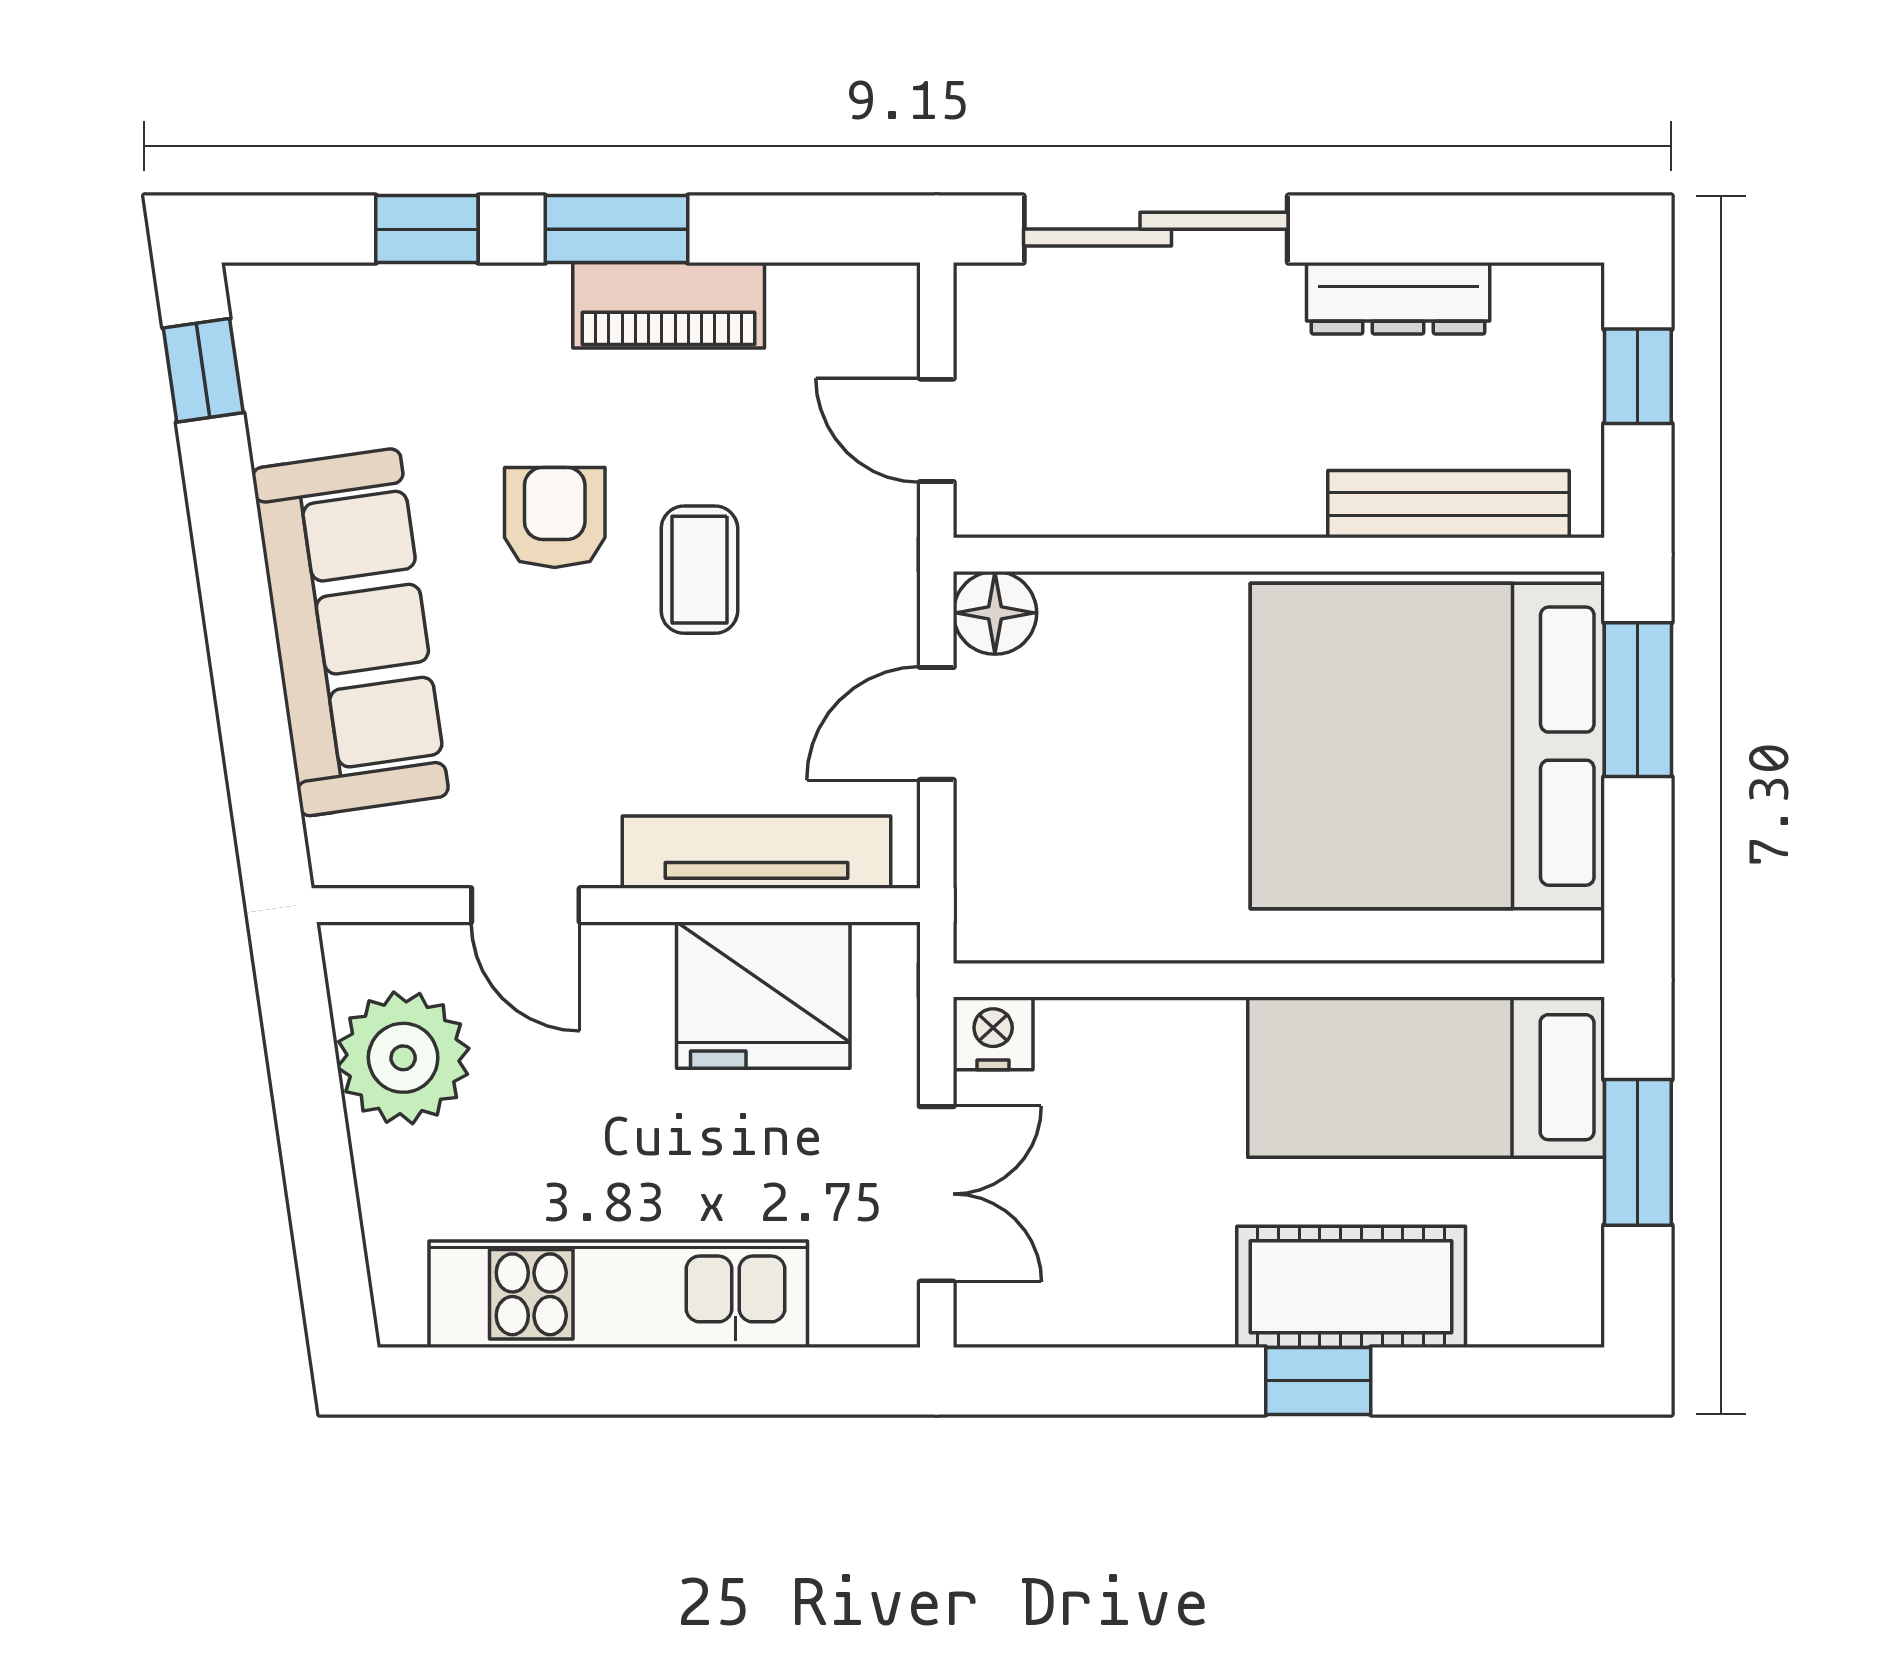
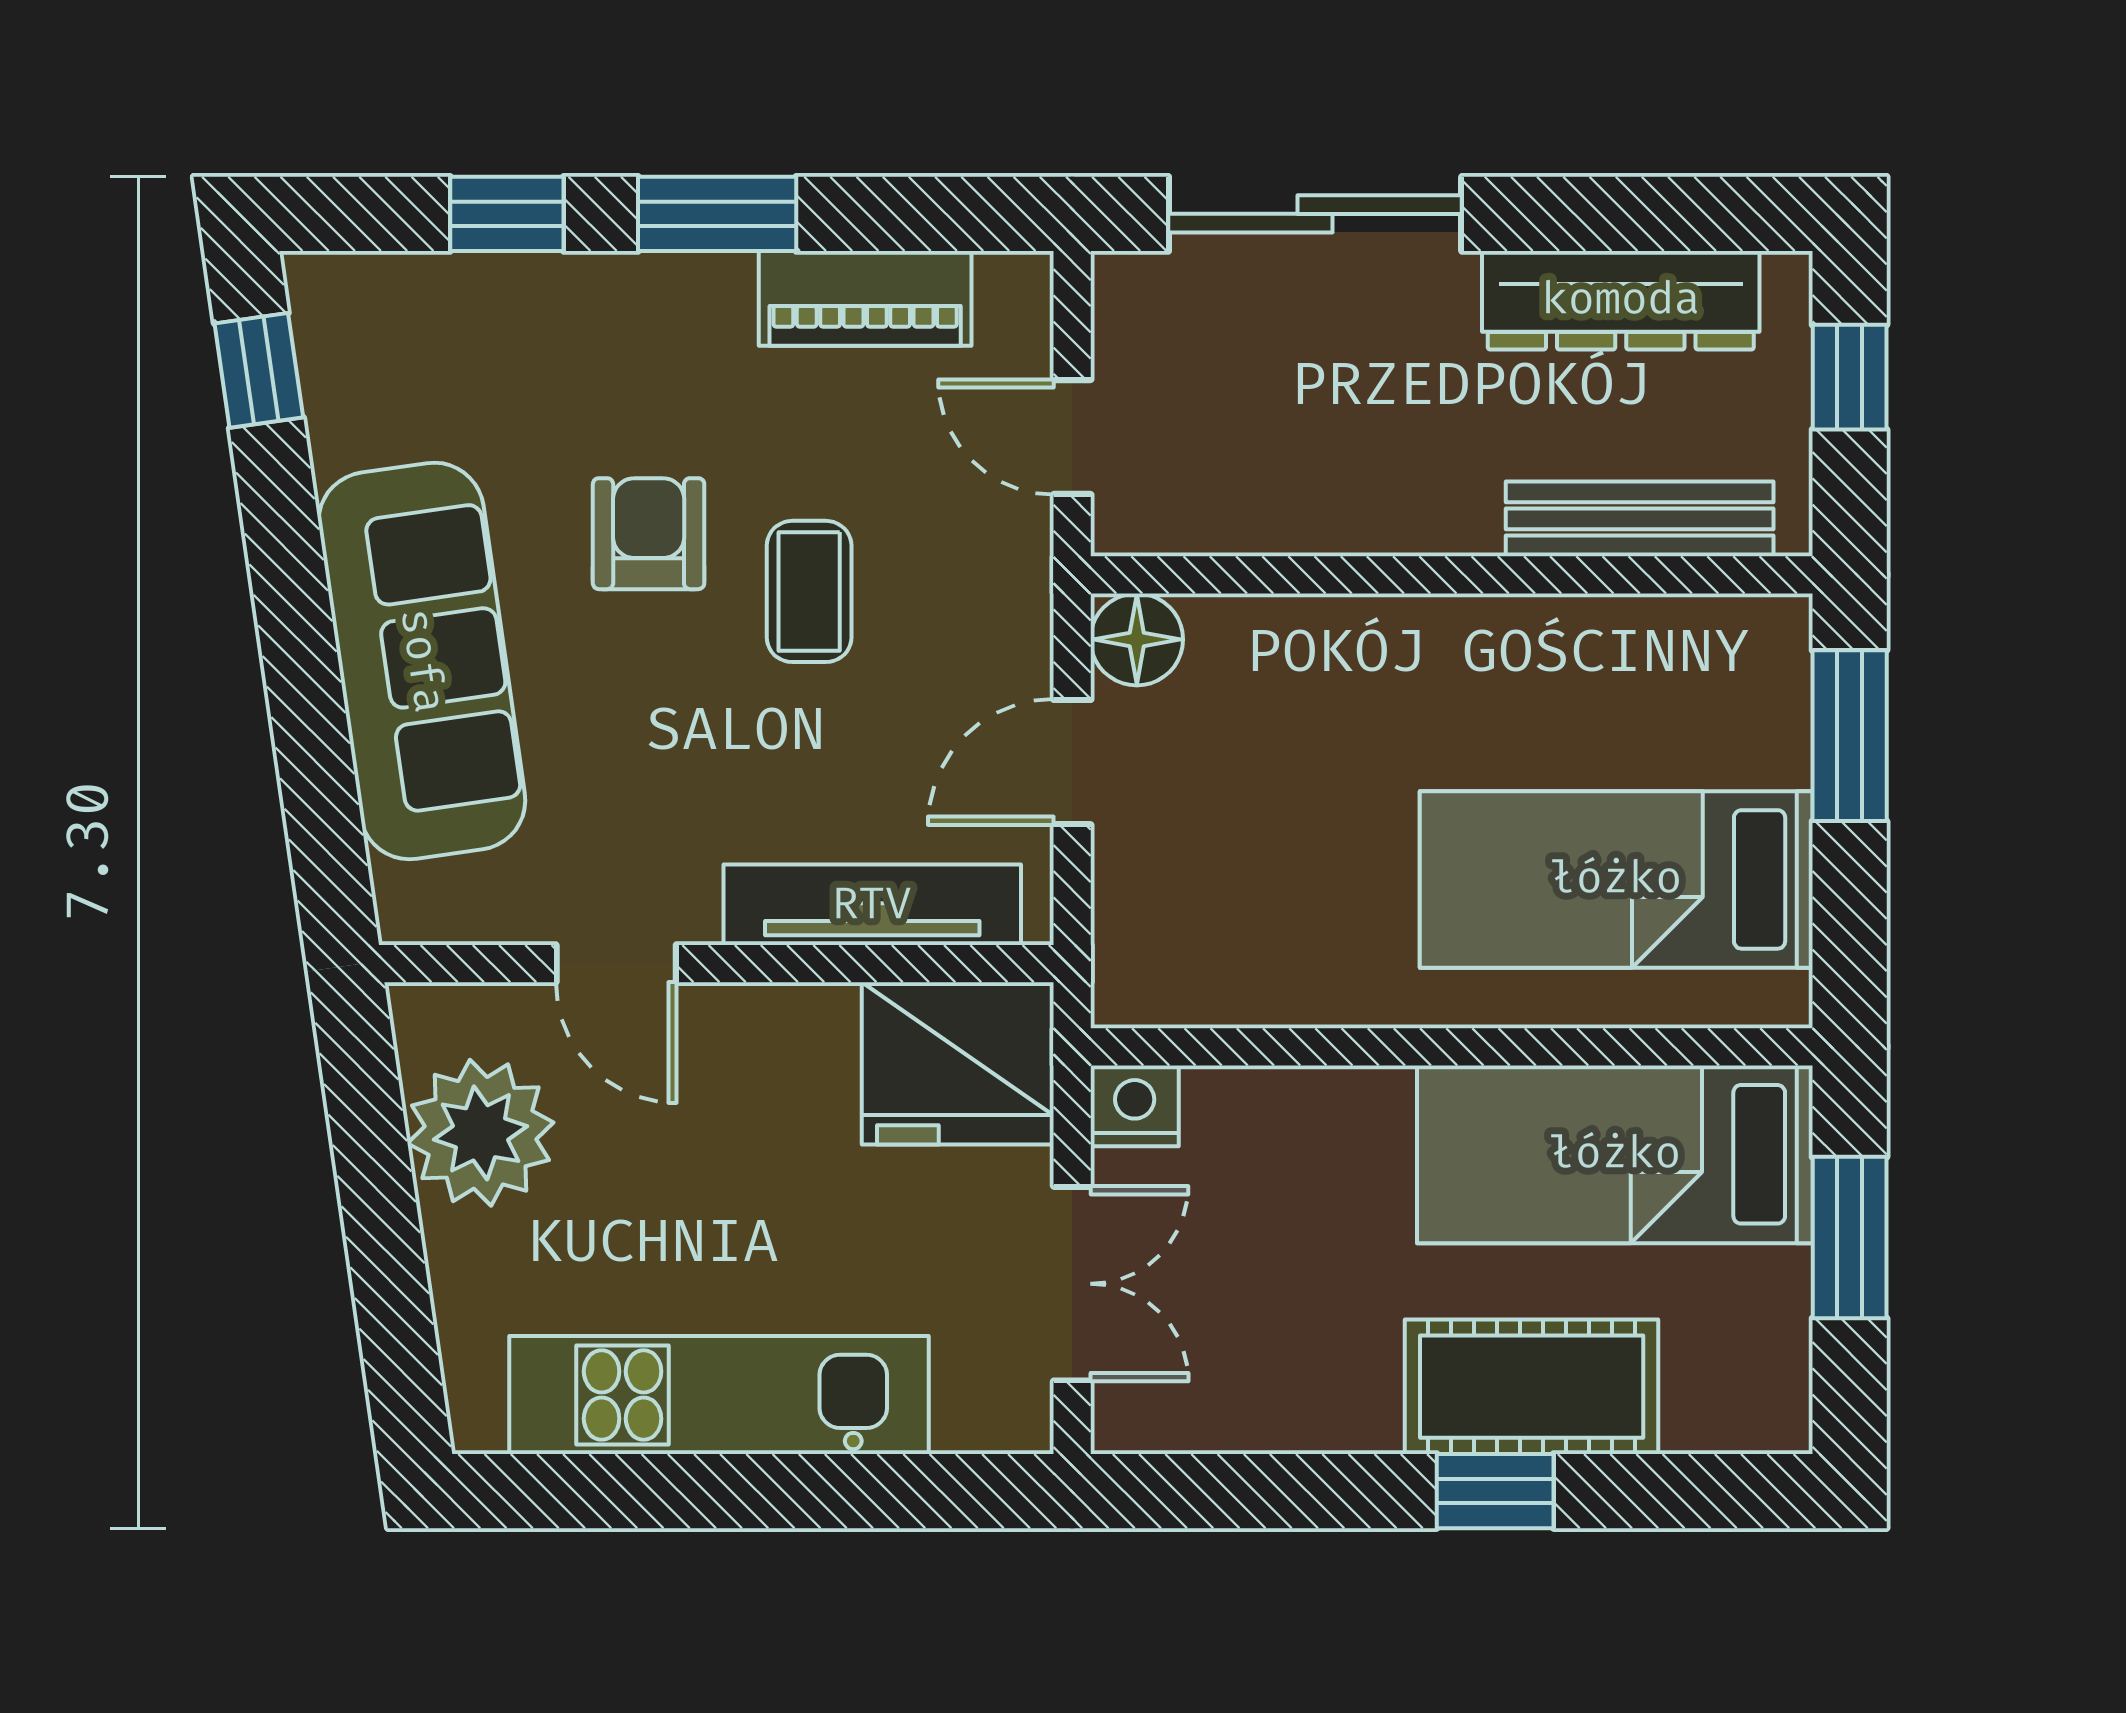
dresser: (1398, 298) -> (1621, 300), width x1.37, depth x1.24
piano: (669, 305) -> (865, 298), moved
bed: (1427, 746) -> (1616, 879), width x0.49
fridge: (763, 995) -> (958, 1063), moved

